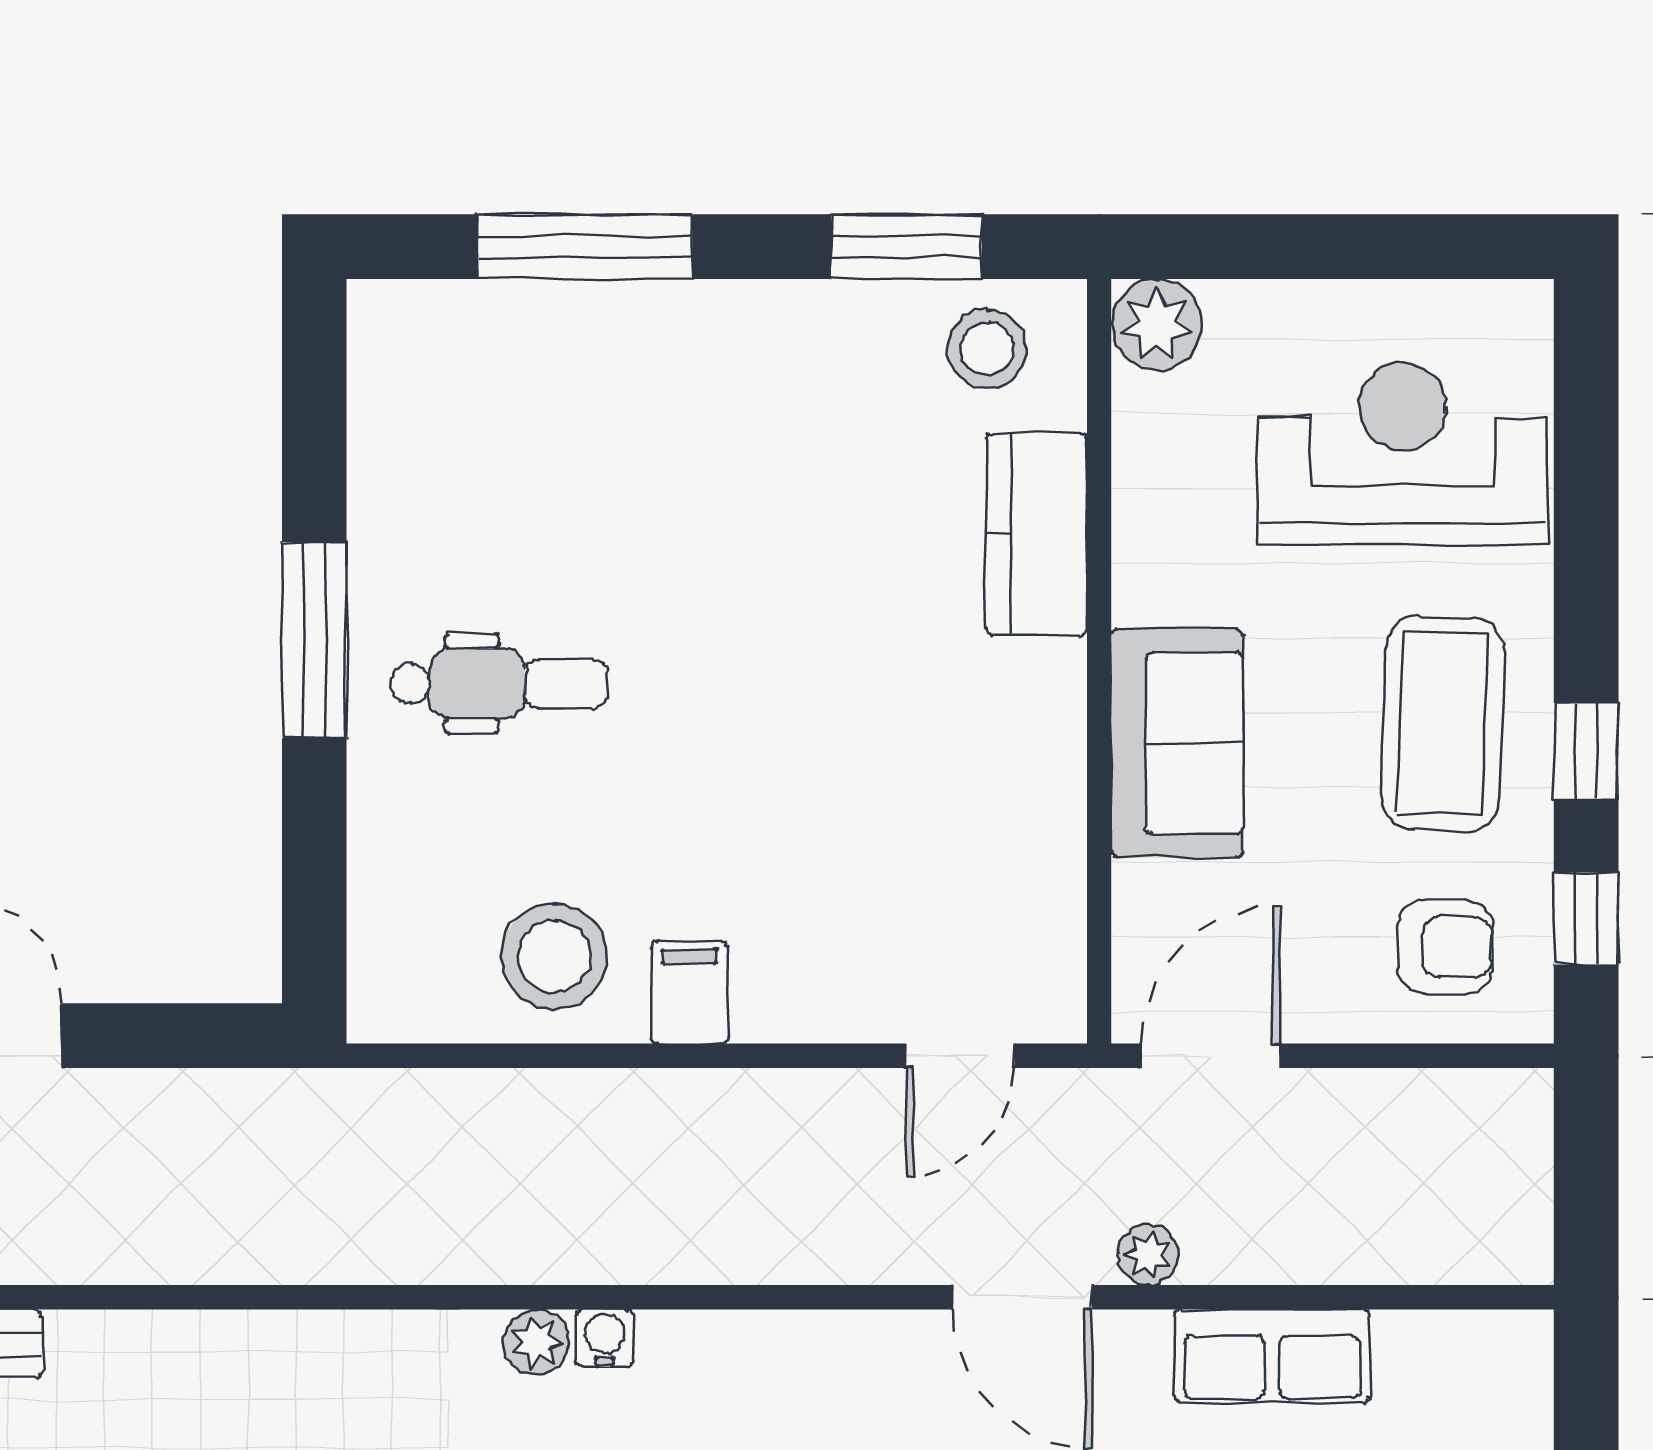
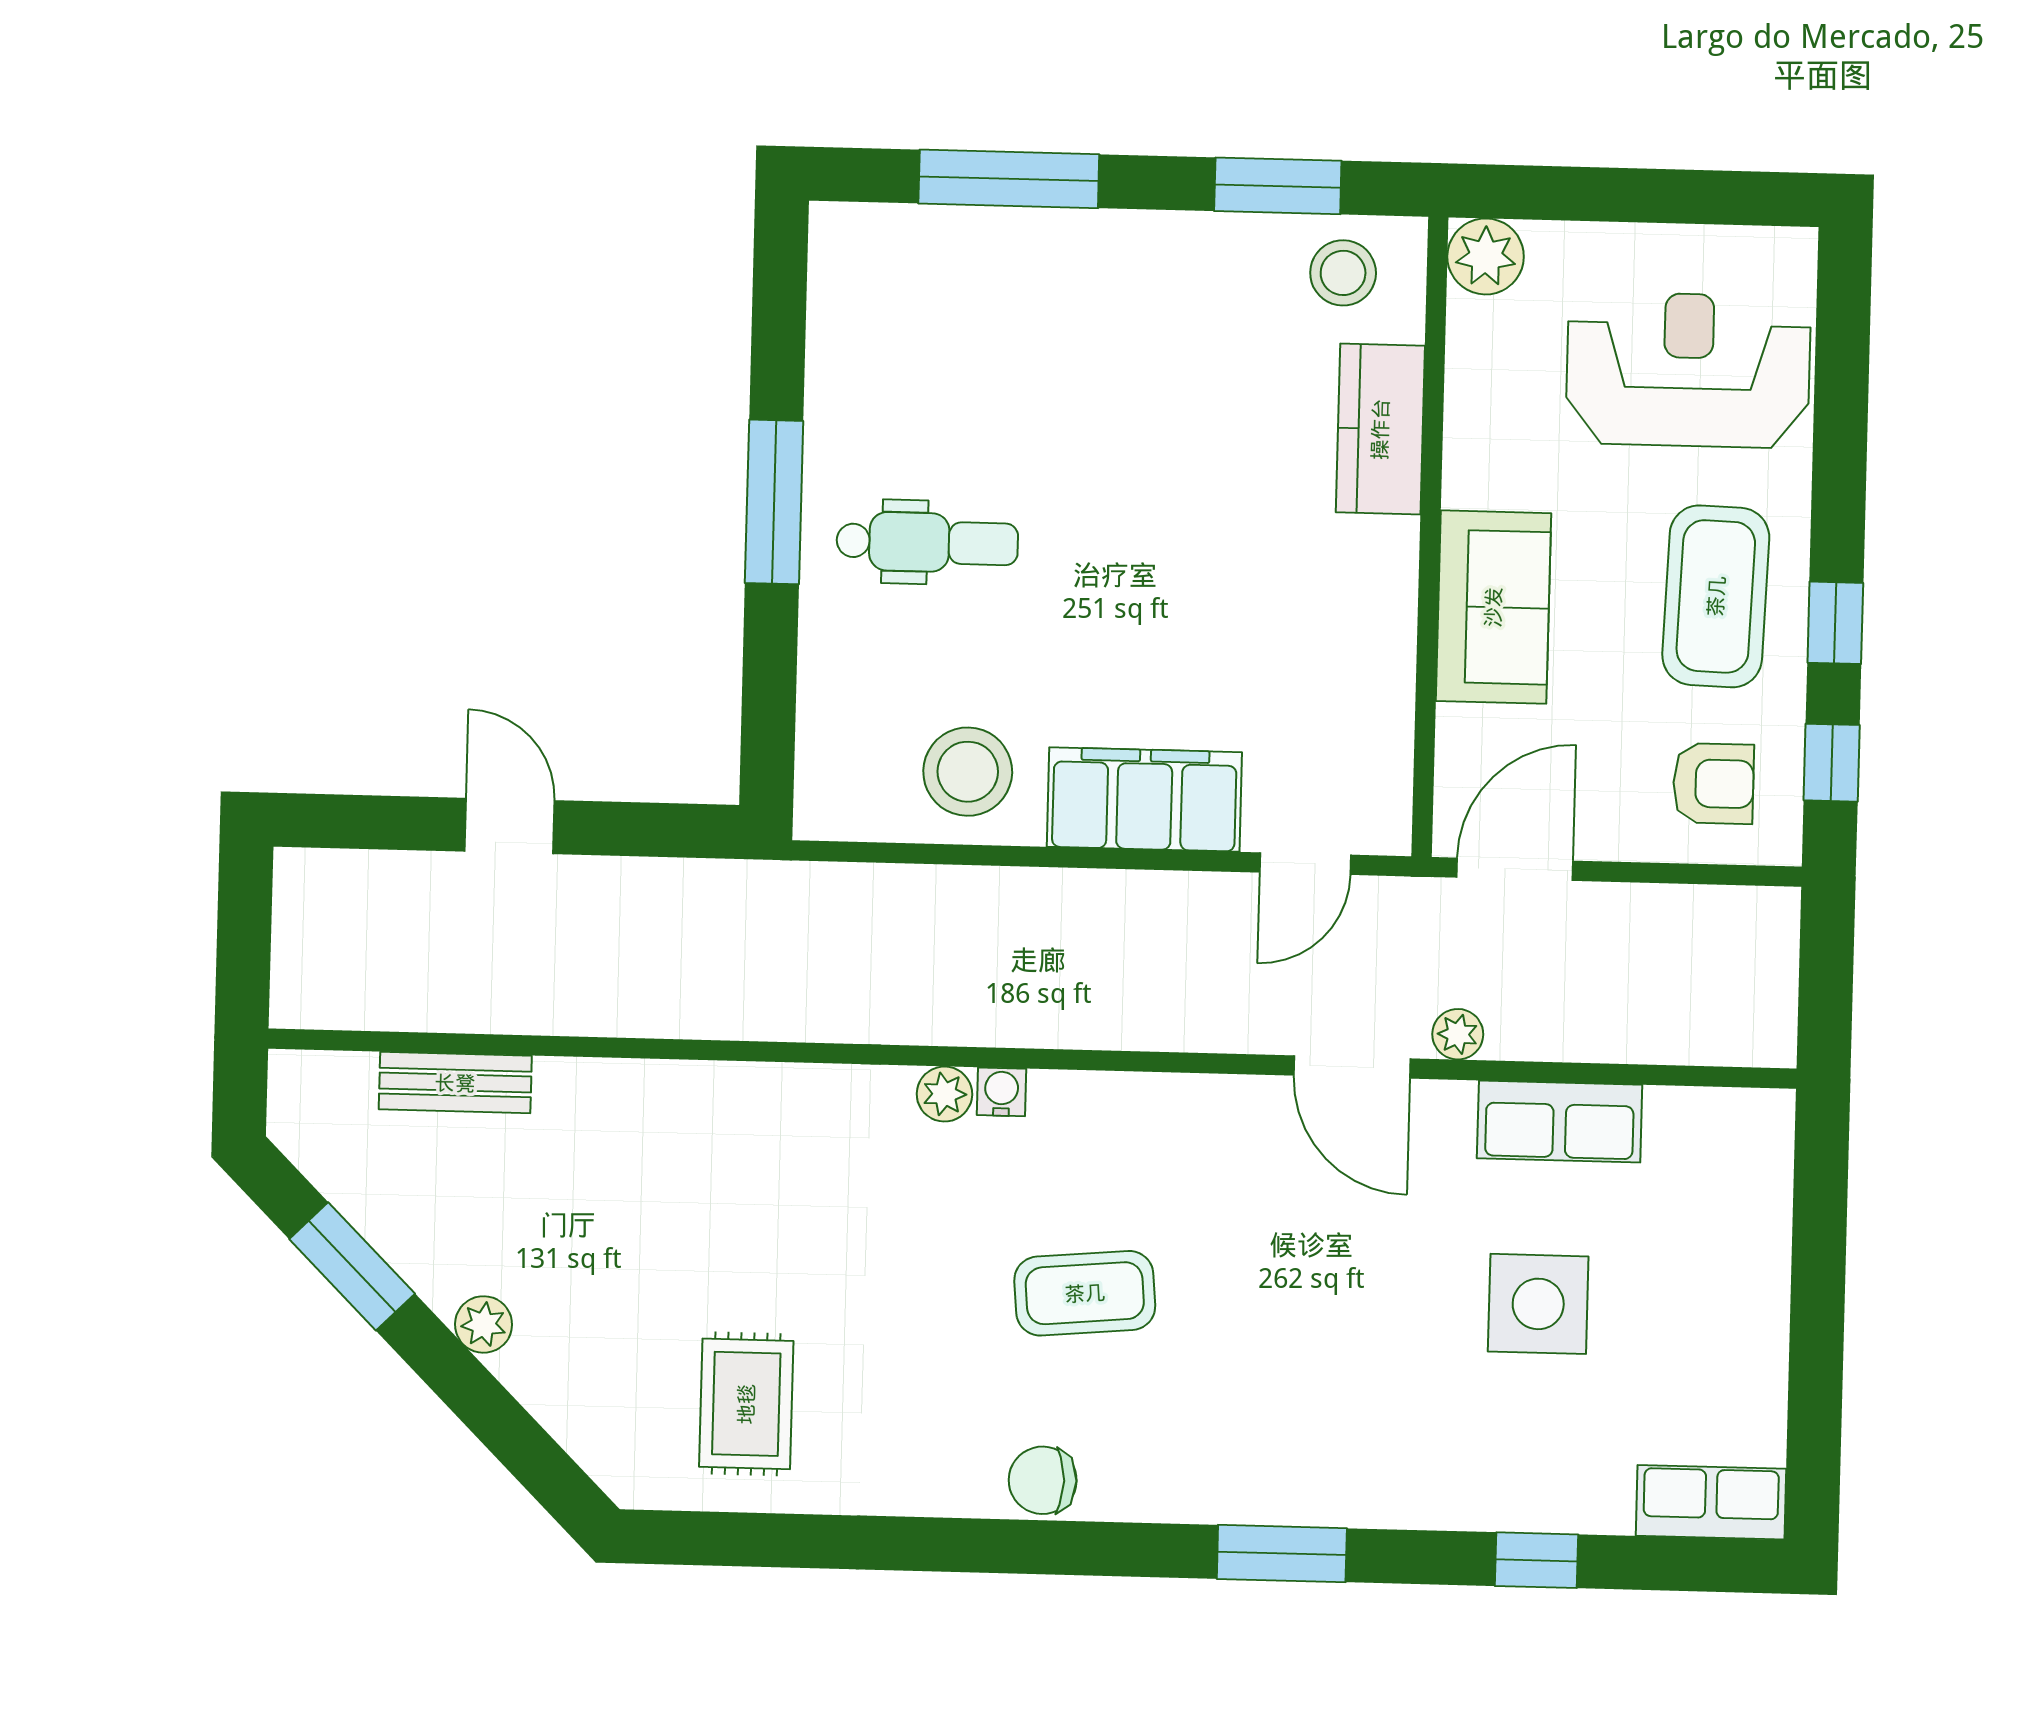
filing cabinet: (689, 992) -> (1144, 799), width x3.00, depth x1.17

